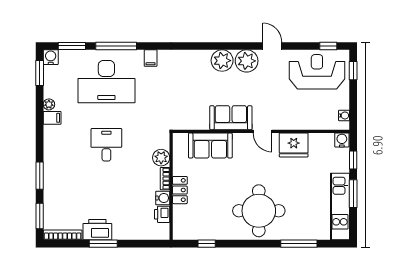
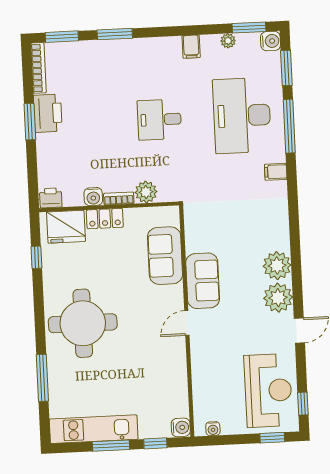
plant: (49, 104) -> (228, 41), moved
desk: (106, 145) -> (159, 120), turned 180
fridge: (294, 145) -> (66, 227), moved, turned -90
printer: (162, 214) -> (51, 198), moved

